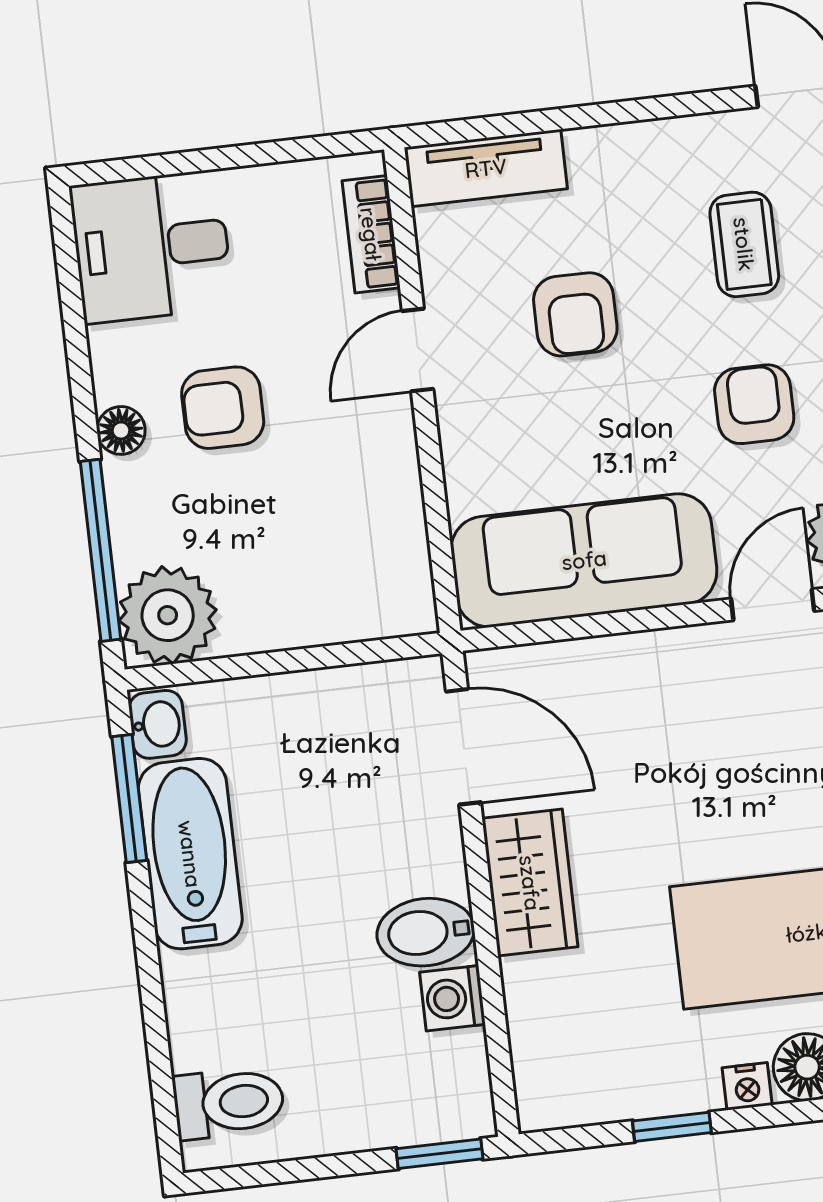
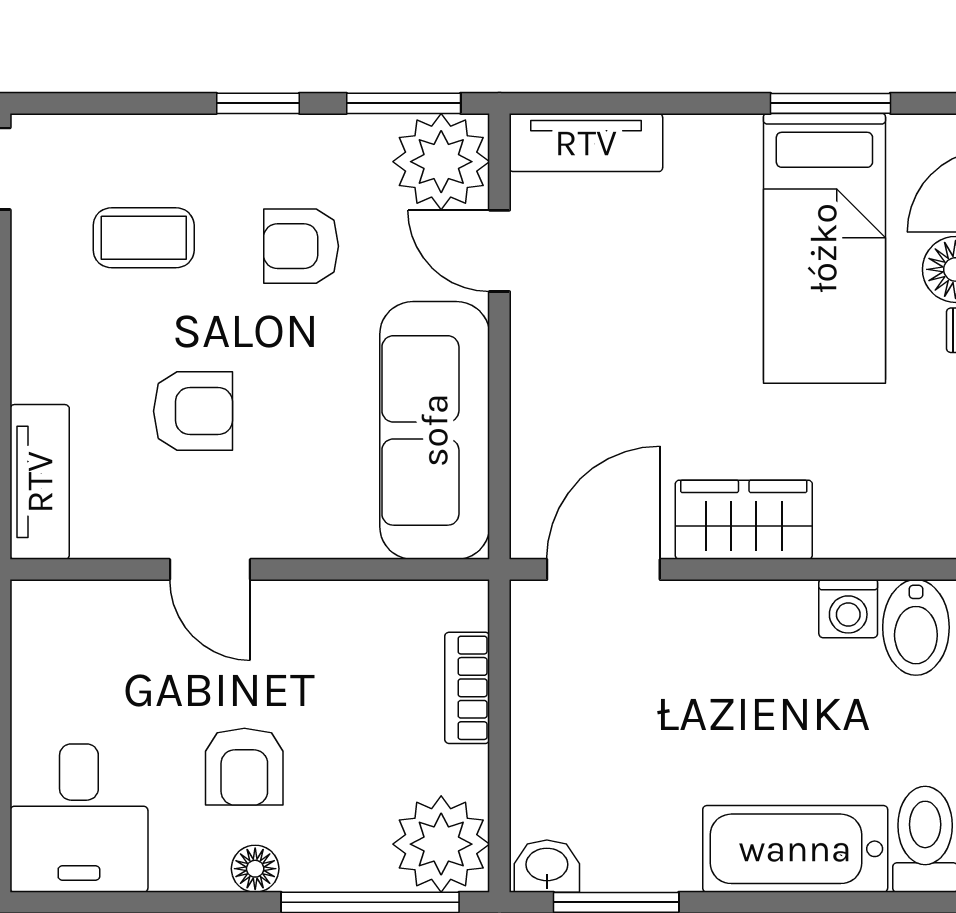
bookcase: (371, 234) -> (467, 688), moved, turned 90
bathtub: (190, 854) -> (795, 849), moved
bidet: (426, 932) -> (916, 627), moved

